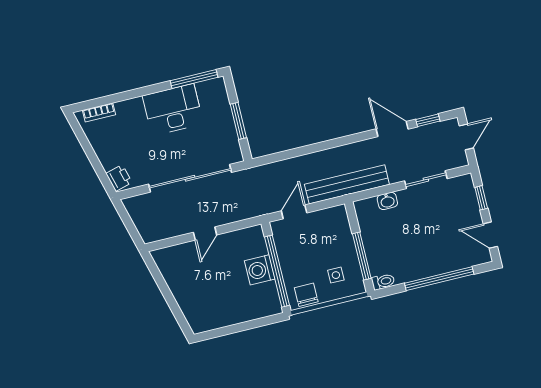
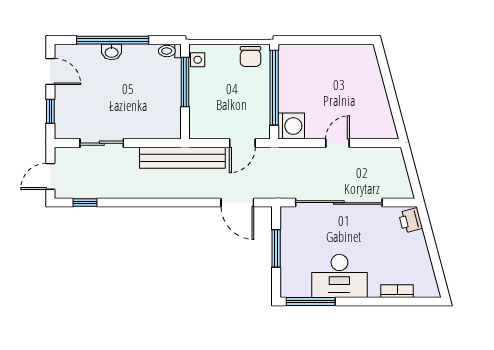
bookcase: (99, 112) -> (397, 291), moved
door: (392, 129) -> (237, 203), moved
washbasin: (387, 201) -> (112, 52), moved, turned 180
washing machine: (260, 270) -> (291, 126), moved
side table: (336, 275) -> (198, 60), moved

